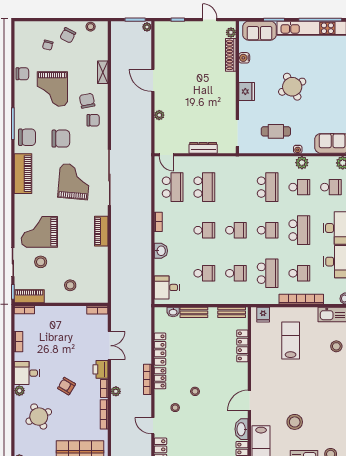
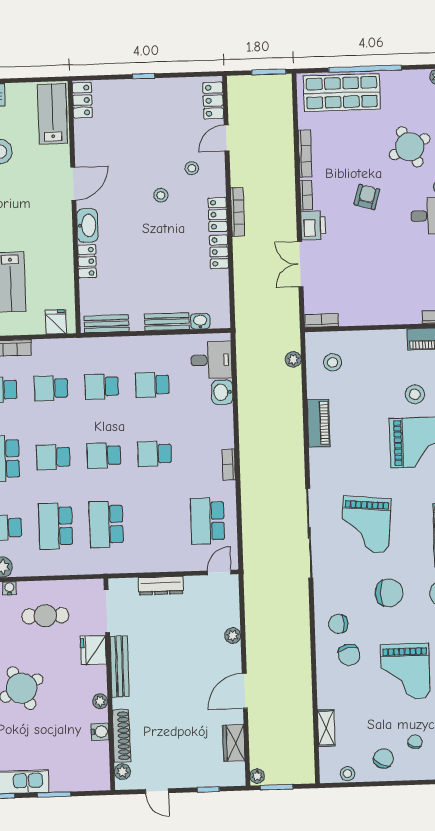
sofa: (259, 31) -> (77, 776), removed
wardrobe: (161, 48) -> (234, 743), added
shelving: (103, 72) -> (326, 728), moved
plant: (243, 77) -> (100, 701), added
door: (153, 80) -> (245, 691), swing flipped
grand piano: (52, 89) -> (405, 672), turned 180
fridge: (247, 91) -> (93, 650), moved
bench: (231, 98) -> (120, 666), added
chair: (61, 139) -> (389, 593), turned 180
door: (166, 155) -> (219, 572), hinge flipped
school desk: (204, 187) -> (106, 524), moved
piano: (101, 231) -> (319, 423), moved
washbasin: (161, 251) -> (222, 392), moved
school desk: (268, 273) -> (51, 388), width x0.54
stool: (70, 285) -> (333, 362), moved
locker: (242, 346) -> (87, 261), width x0.66
locker: (160, 349) -> (219, 252), width x0.66
armchair: (66, 386) -> (367, 197), turned -105
plant: (116, 391) -> (293, 359), moved
door: (153, 426) -> (227, 138), swing flipped
washbasin: (242, 429) -> (87, 225), moved

